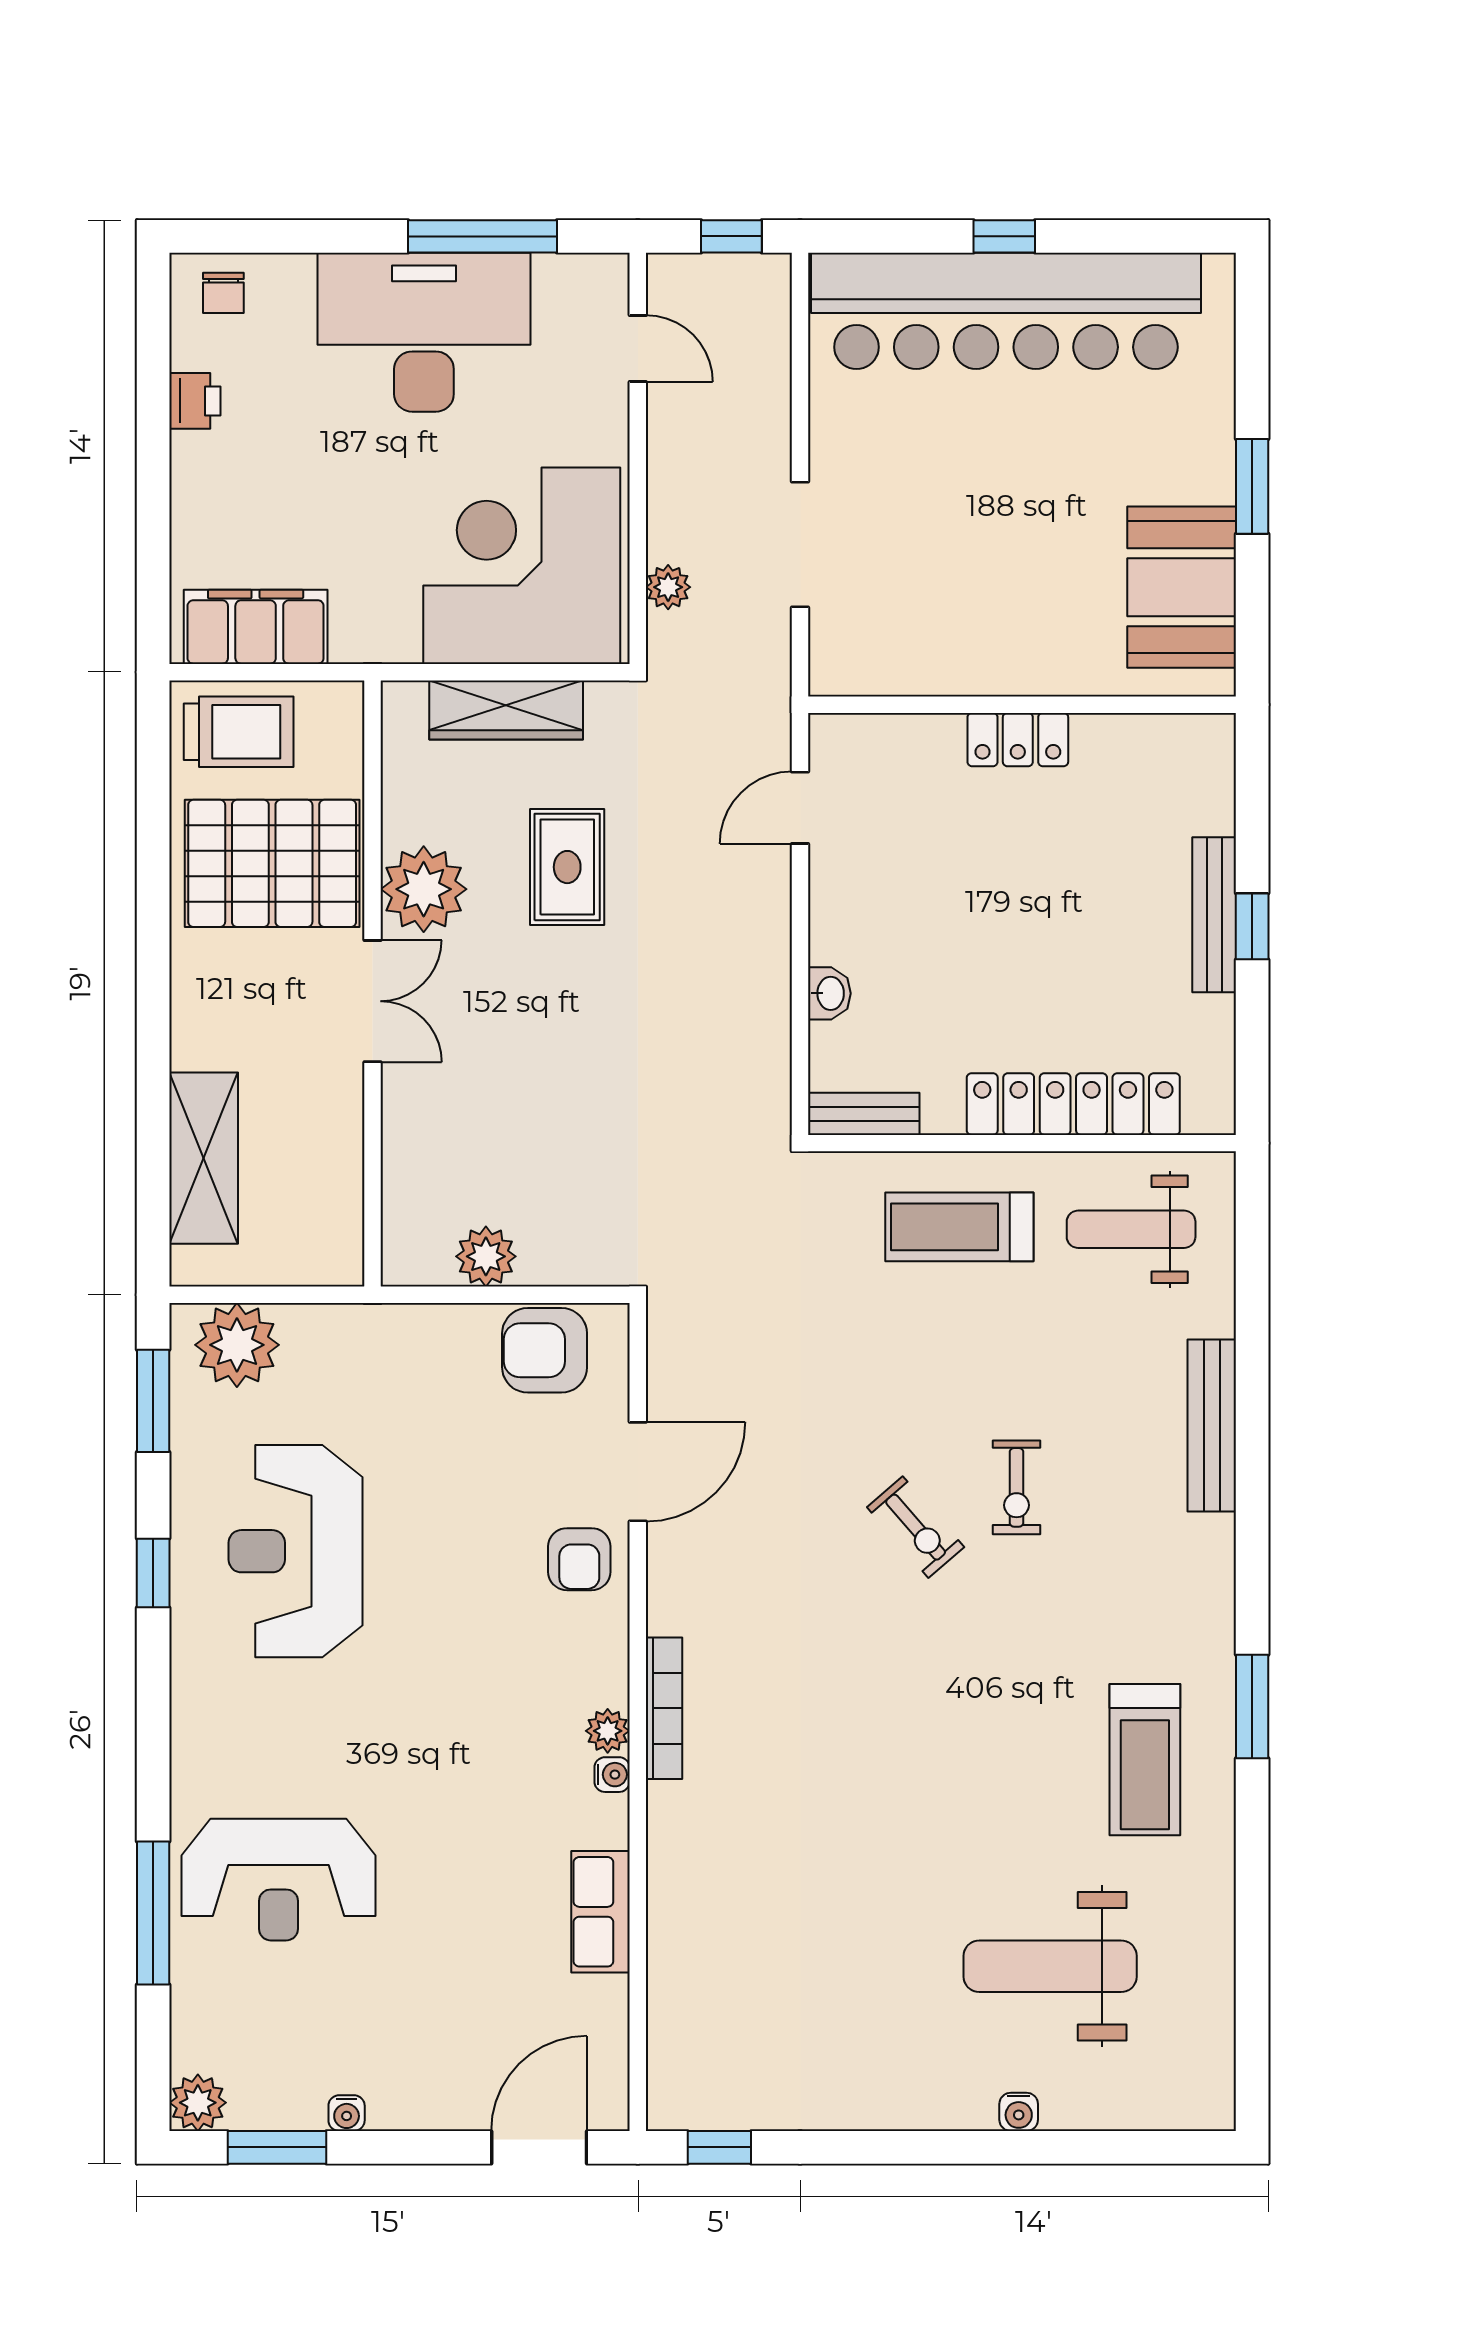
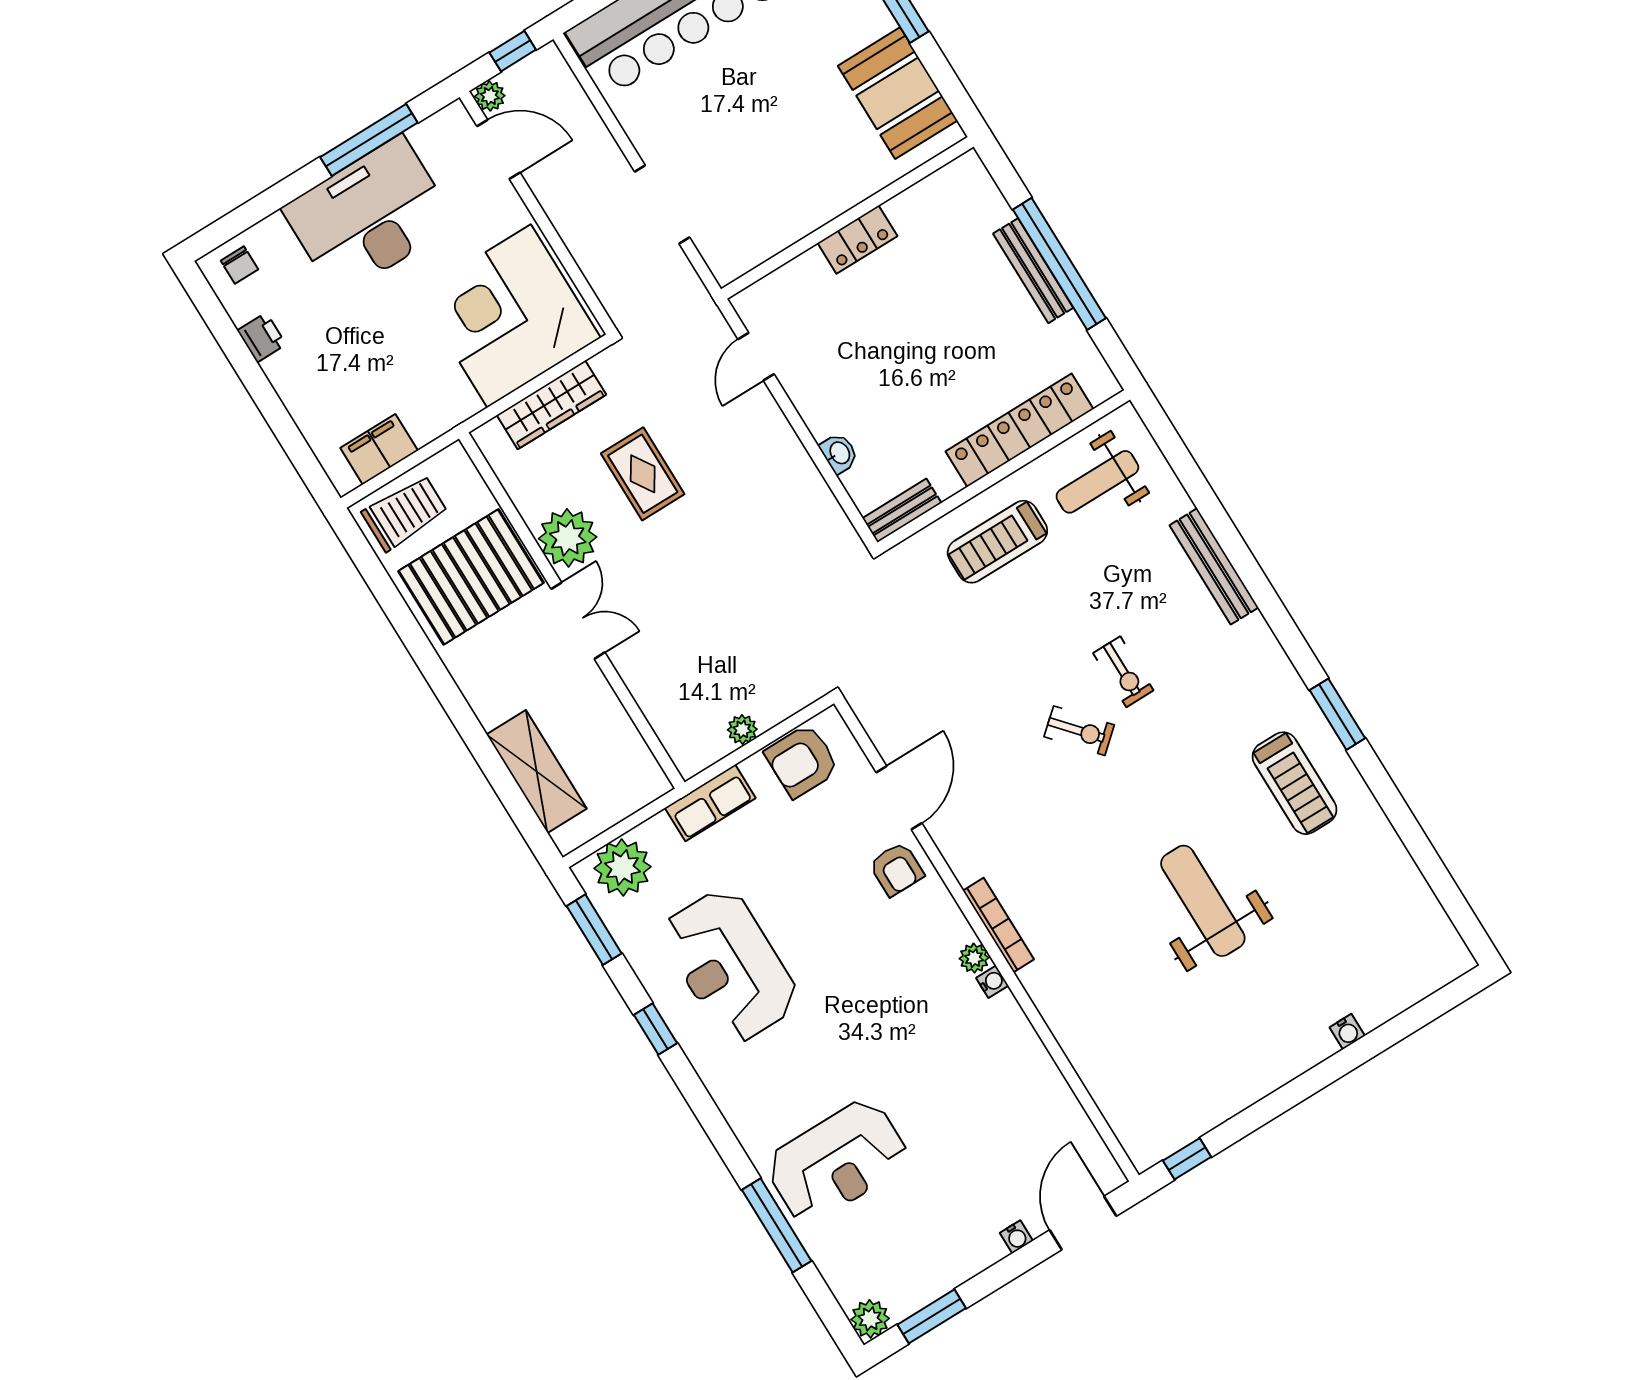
door: (638, 349) -> (499, 149), width x1.37
plant: (668, 587) -> (490, 96), moved
filing cabinet: (256, 627) -> (379, 449), width x0.67, depth x0.86
window: (1252, 926) -> (1059, 264), width x3.17
plant: (486, 1256) -> (742, 729), width x0.73, depth x0.73
row of seats: (600, 1912) -> (710, 803), moved, turned -90
weight bench: (1050, 1966) -> (1203, 901), moved, turned 90
water cooler: (347, 2113) -> (1016, 1237), moved

